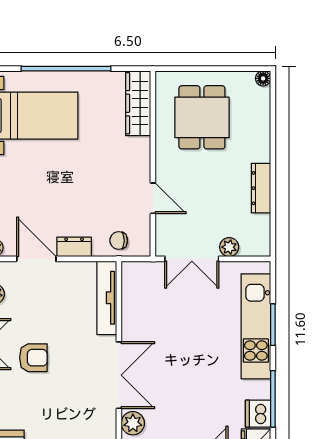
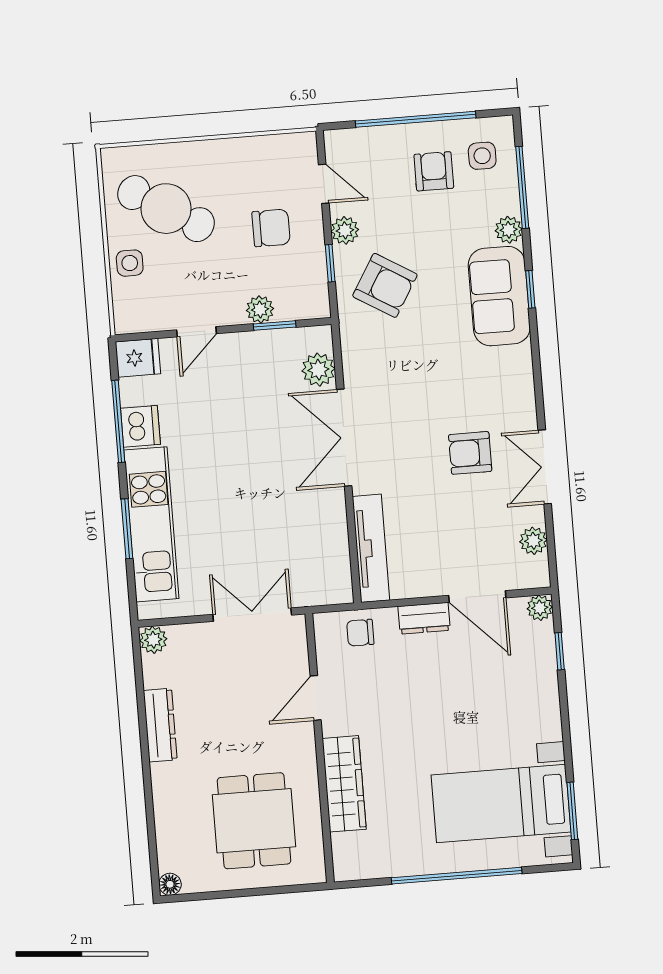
wardrobe: (138, 103) -> (344, 784), moved
door: (153, 198) -> (316, 698), hinge flipped
chair: (119, 241) -> (360, 633), turned 180
plant: (229, 247) -> (153, 640), moved
dishwasher: (258, 414) -> (140, 426), moved

